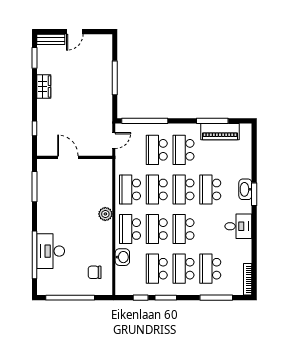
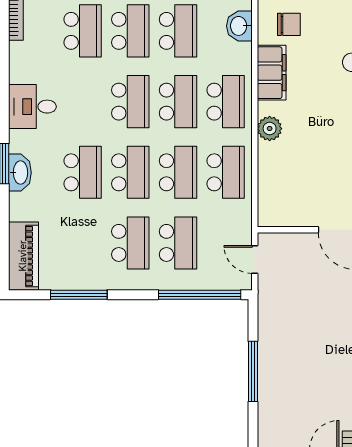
piano: (220, 132) -> (23, 256), moved, turned 90
door: (114, 141) -> (255, 259), hinge flipped
filing cabinet: (104, 245) -> (272, 73), added
washbasin: (122, 257) -> (239, 26), moved

